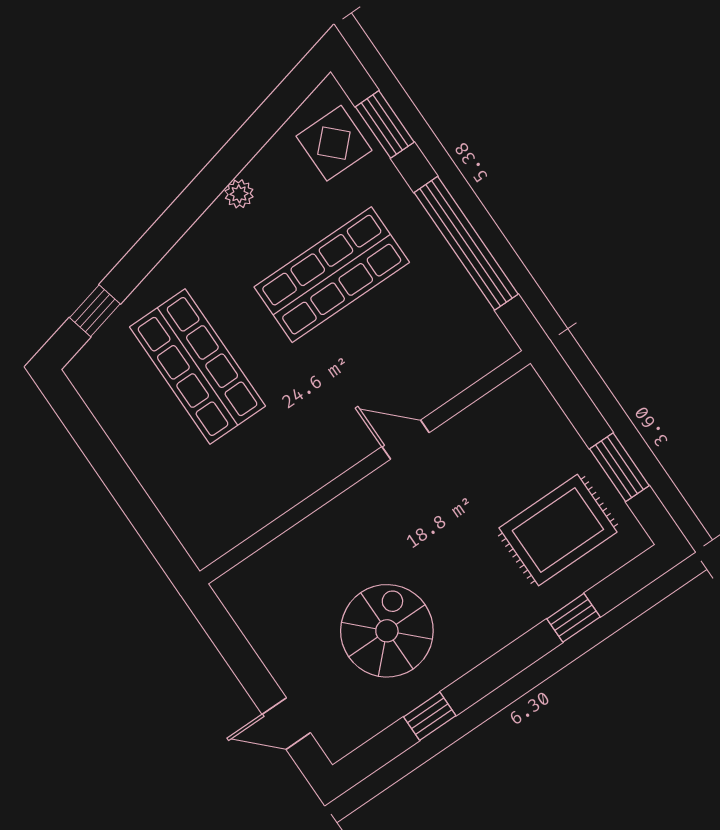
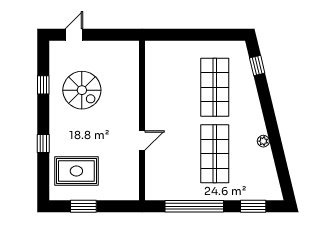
display table: (334, 143) -> (259, 185), removed
shop shelf: (198, 367) -> (215, 87), turned 90
rug: (558, 530) -> (76, 171), turned 90
window: (573, 618) -> (43, 144), moved

